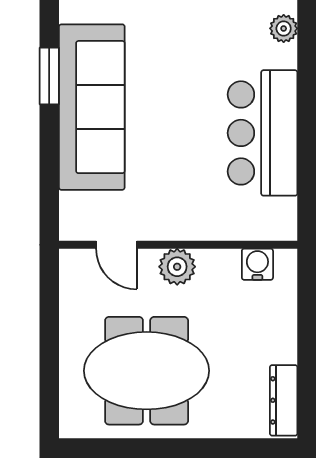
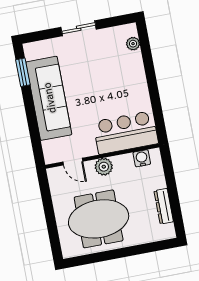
window: (49, 76) -> (23, 72), moved
bar counter: (263, 133) -> (126, 133), moved, turned 90
dresser: (284, 400) -> (164, 206), moved

